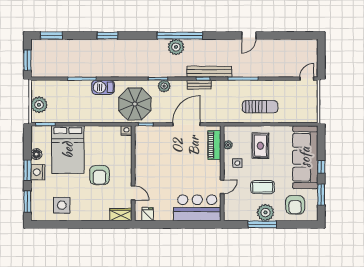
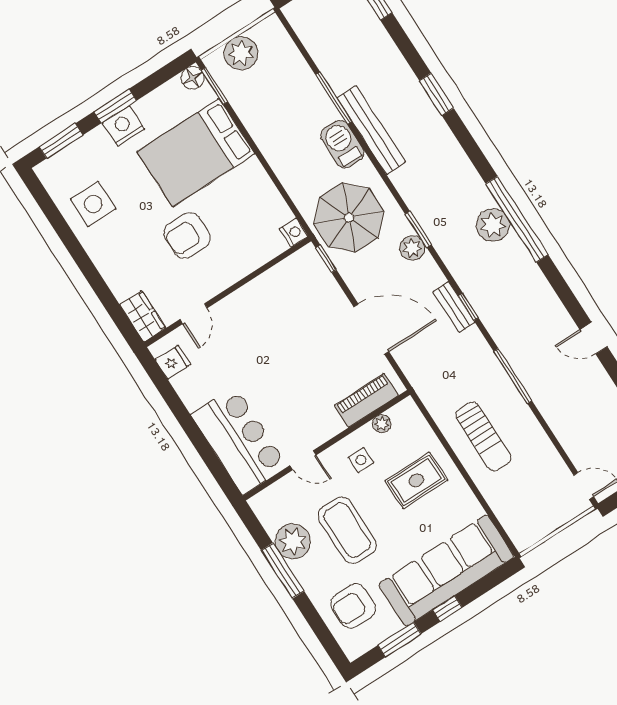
bench: (209, 72) -> (371, 130), moved
floor lamp: (36, 154) -> (193, 78), moved
coffee table: (263, 187) -> (347, 530), width x1.36, depth x1.32
plant: (265, 212) -> (293, 541), moved

